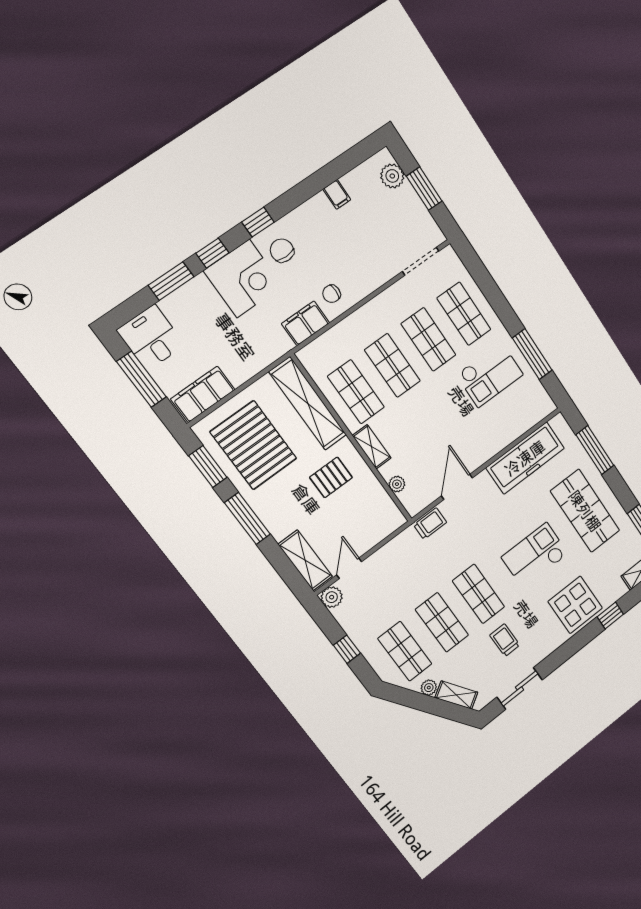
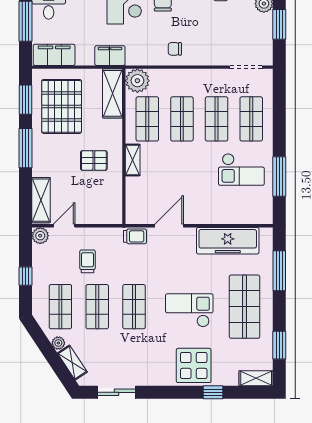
filing cabinet: (306, 323) -> (110, 56), moved
shelving: (308, 404) -> (112, 93), width x0.68
plant: (397, 484) -> (137, 81), moved, width x1.87, depth x1.87
trolley: (505, 640) -> (87, 261), moved

